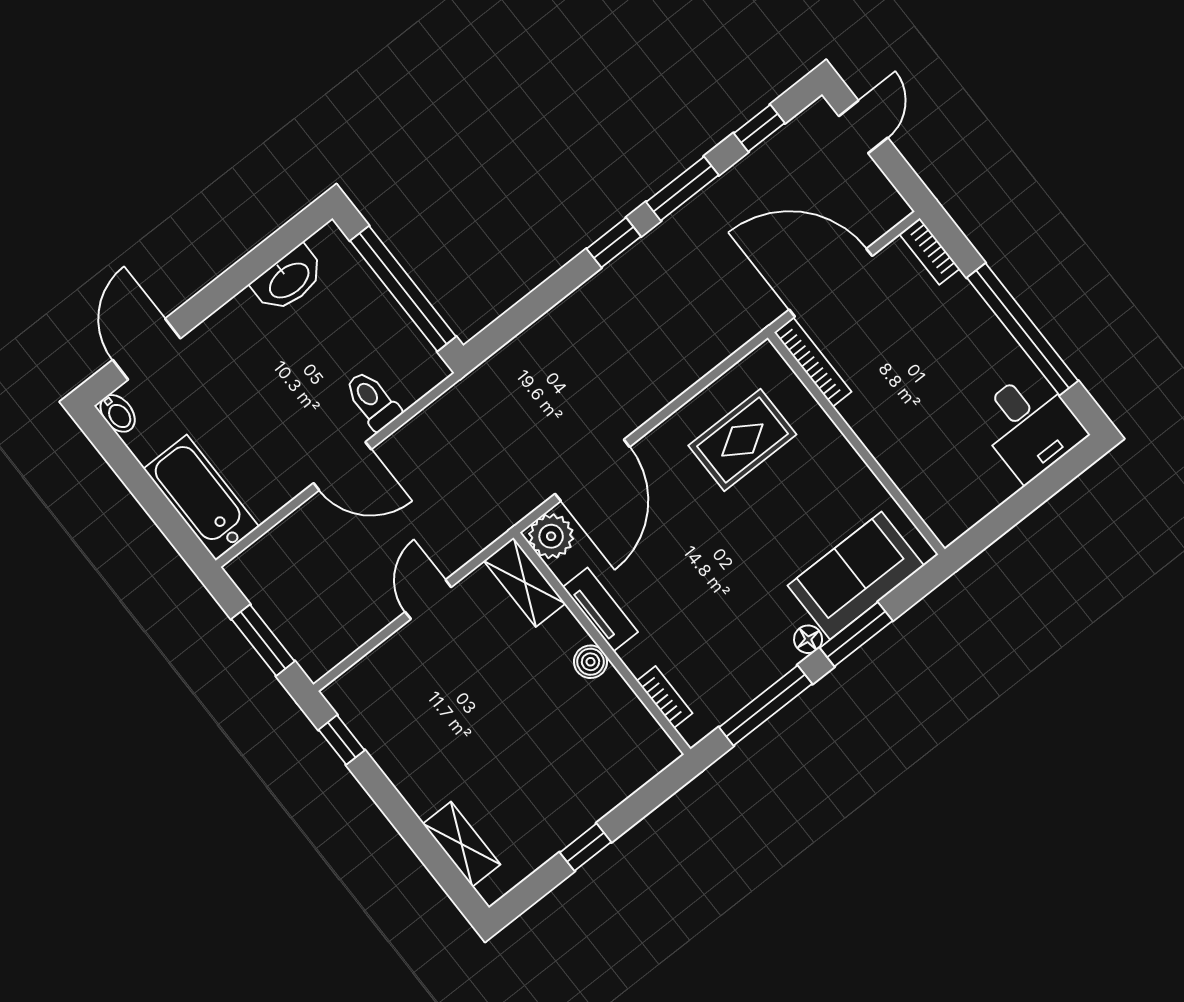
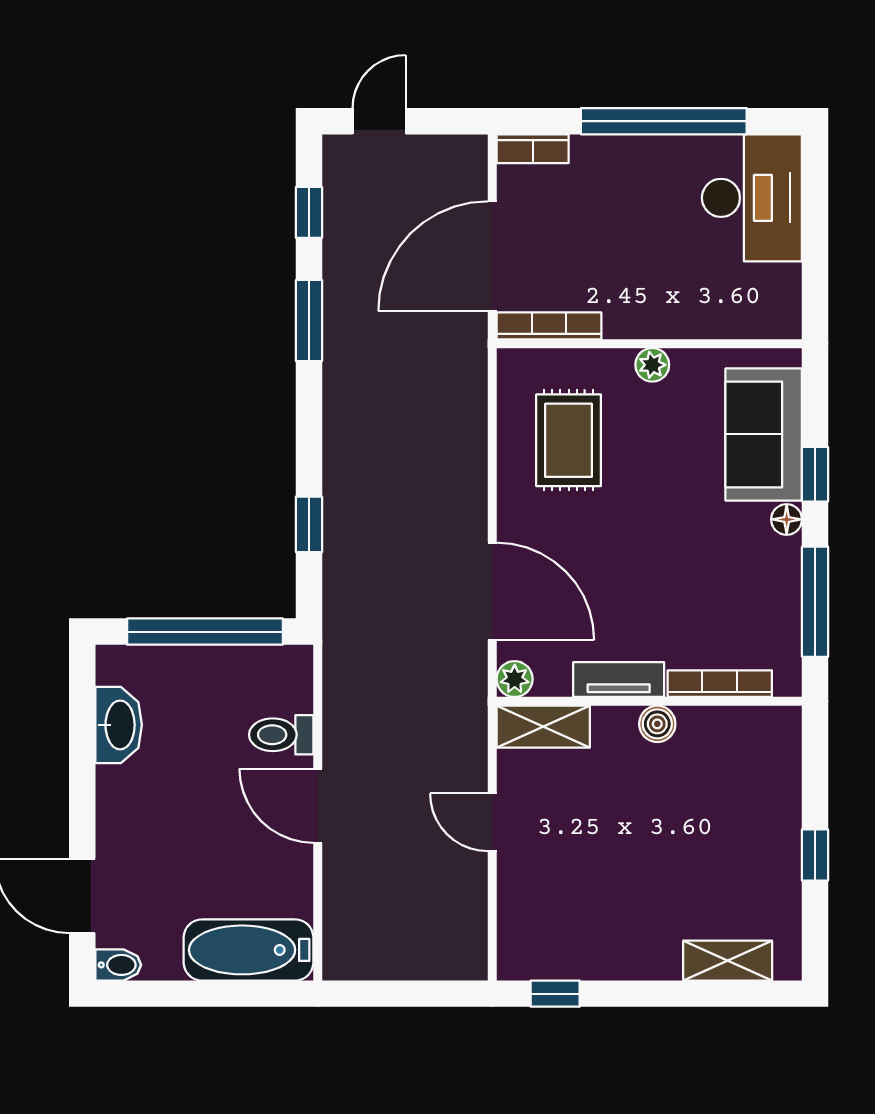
door: (863, 127) -> (379, 121), hinge flipped
window: (614, 243) -> (309, 524), moved
desk: (1030, 425) -> (752, 198), width x1.37
plant: (843, 457) -> (652, 365), added
door: (342, 466) -> (318, 806), swing flipped
plant: (551, 536) -> (515, 679), width x0.73, depth x0.73
window: (856, 634) -> (815, 474), width x0.67
window: (263, 640) -> (415, 994), removed
bookcase: (665, 697) -> (720, 684), width x1.56

